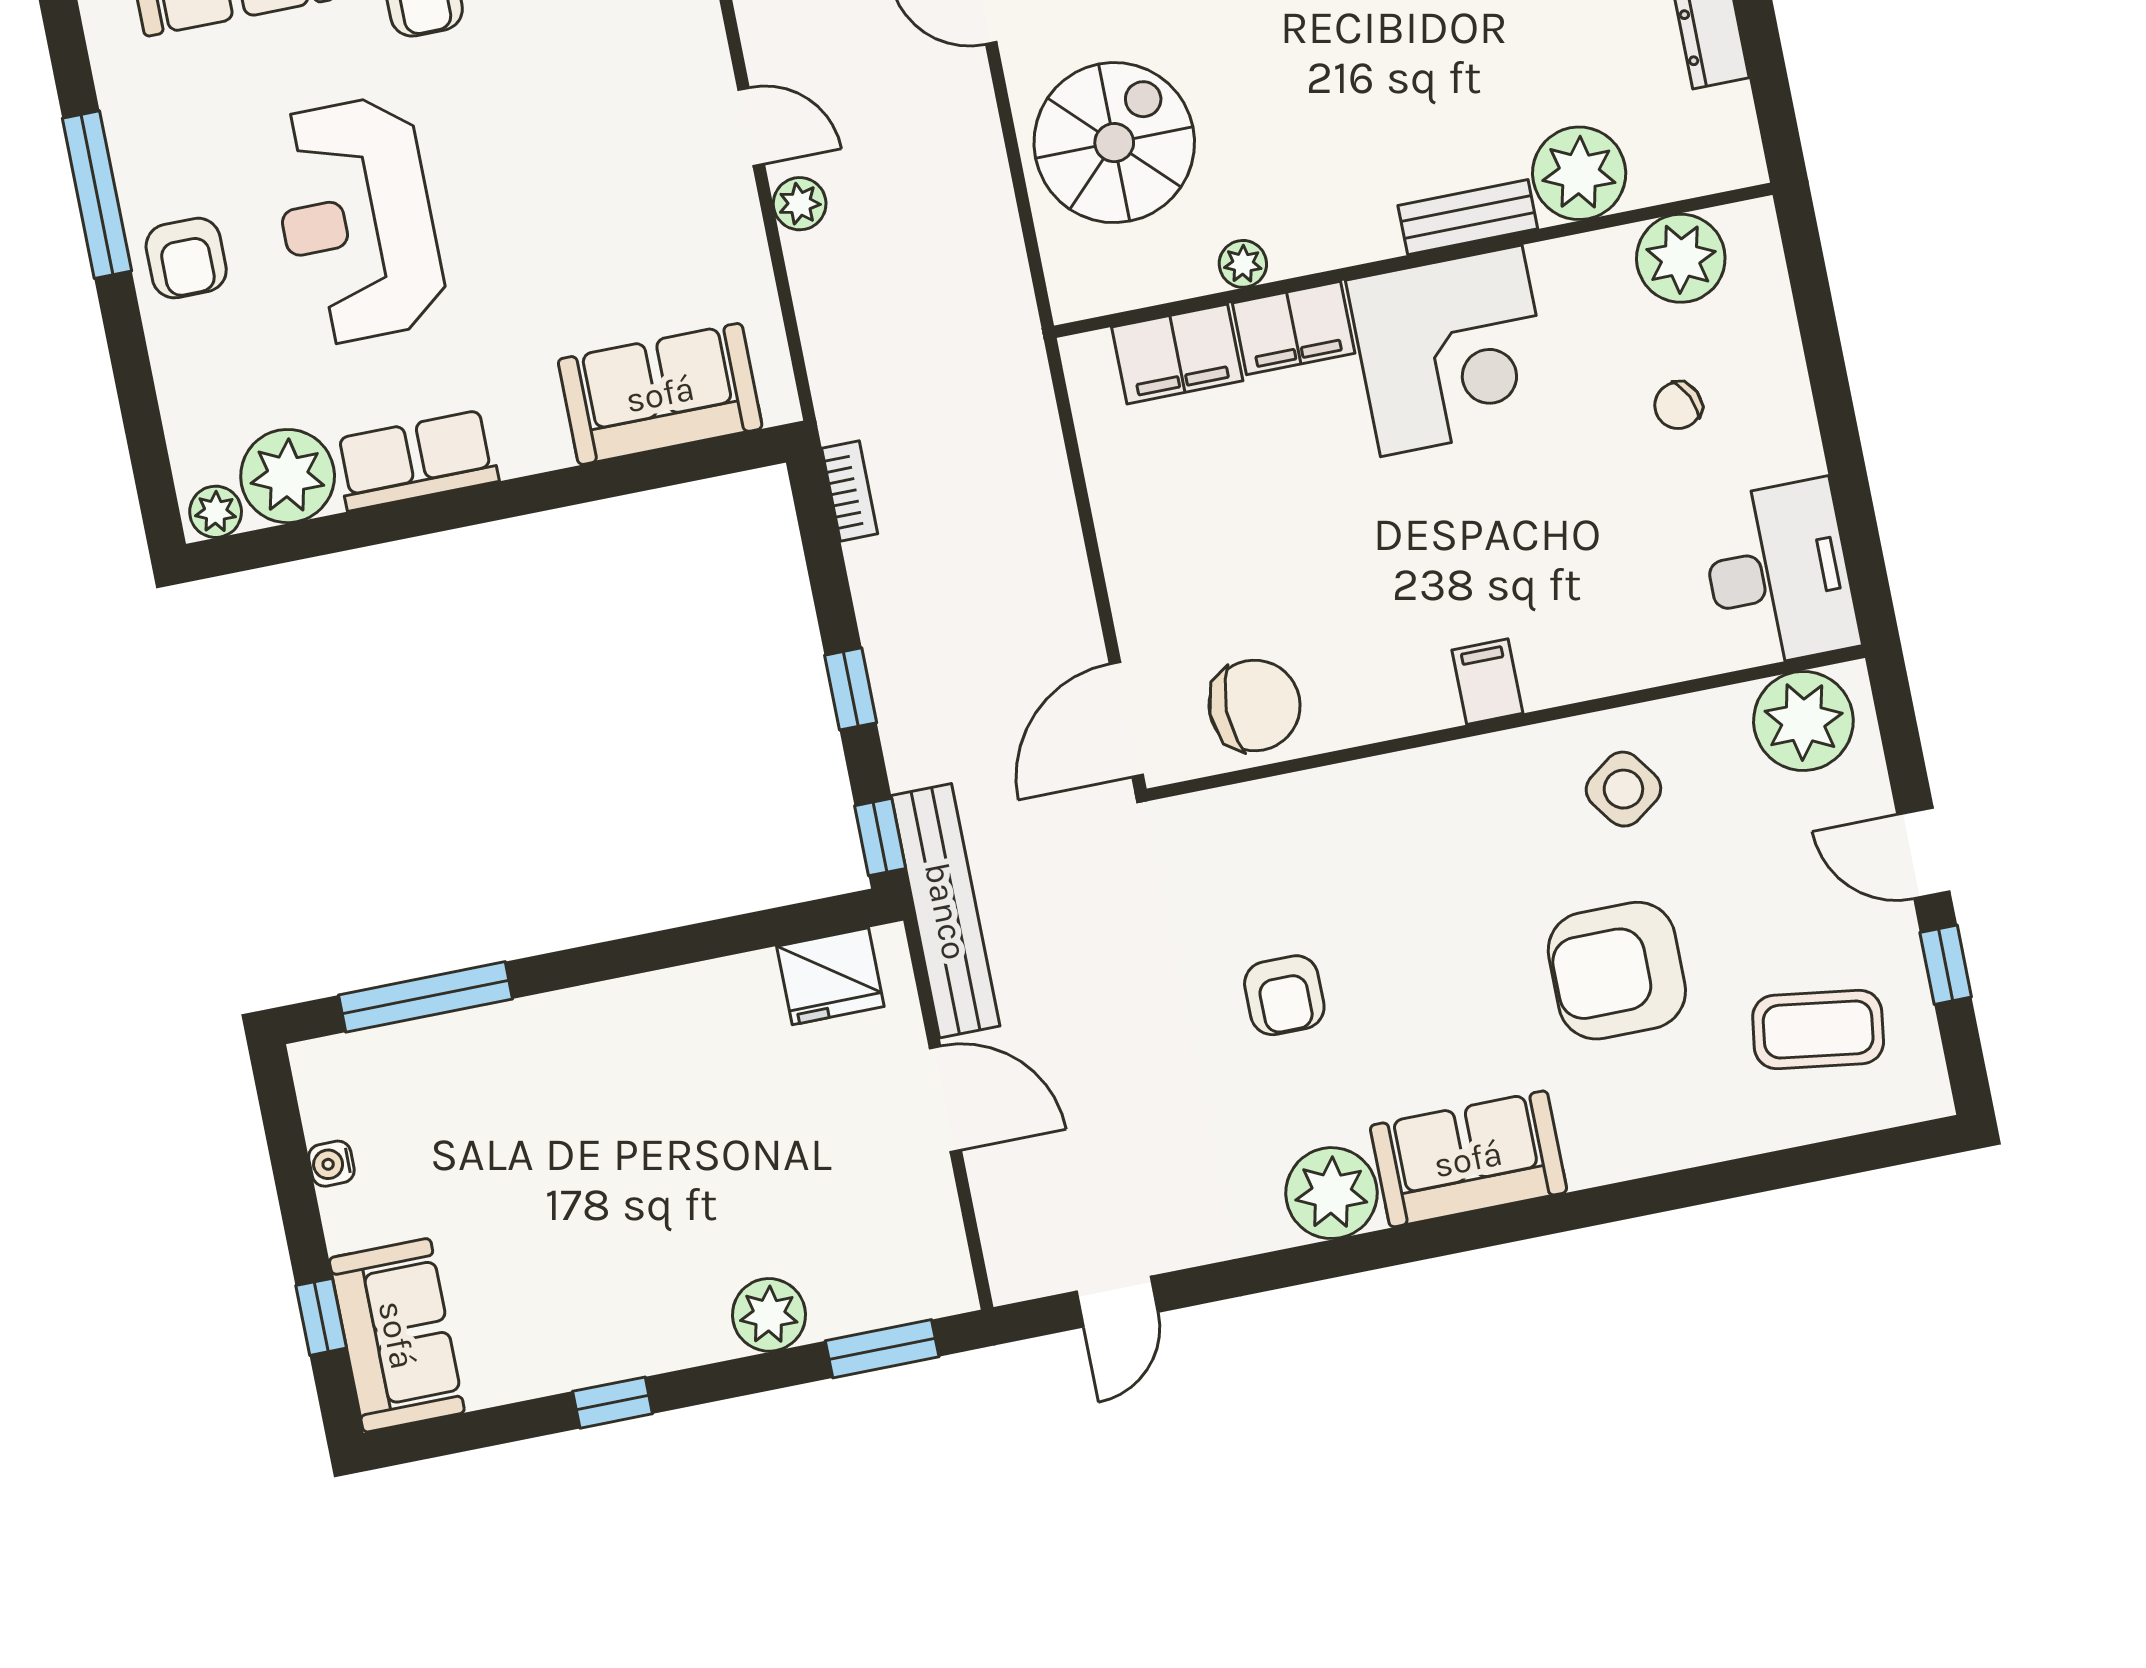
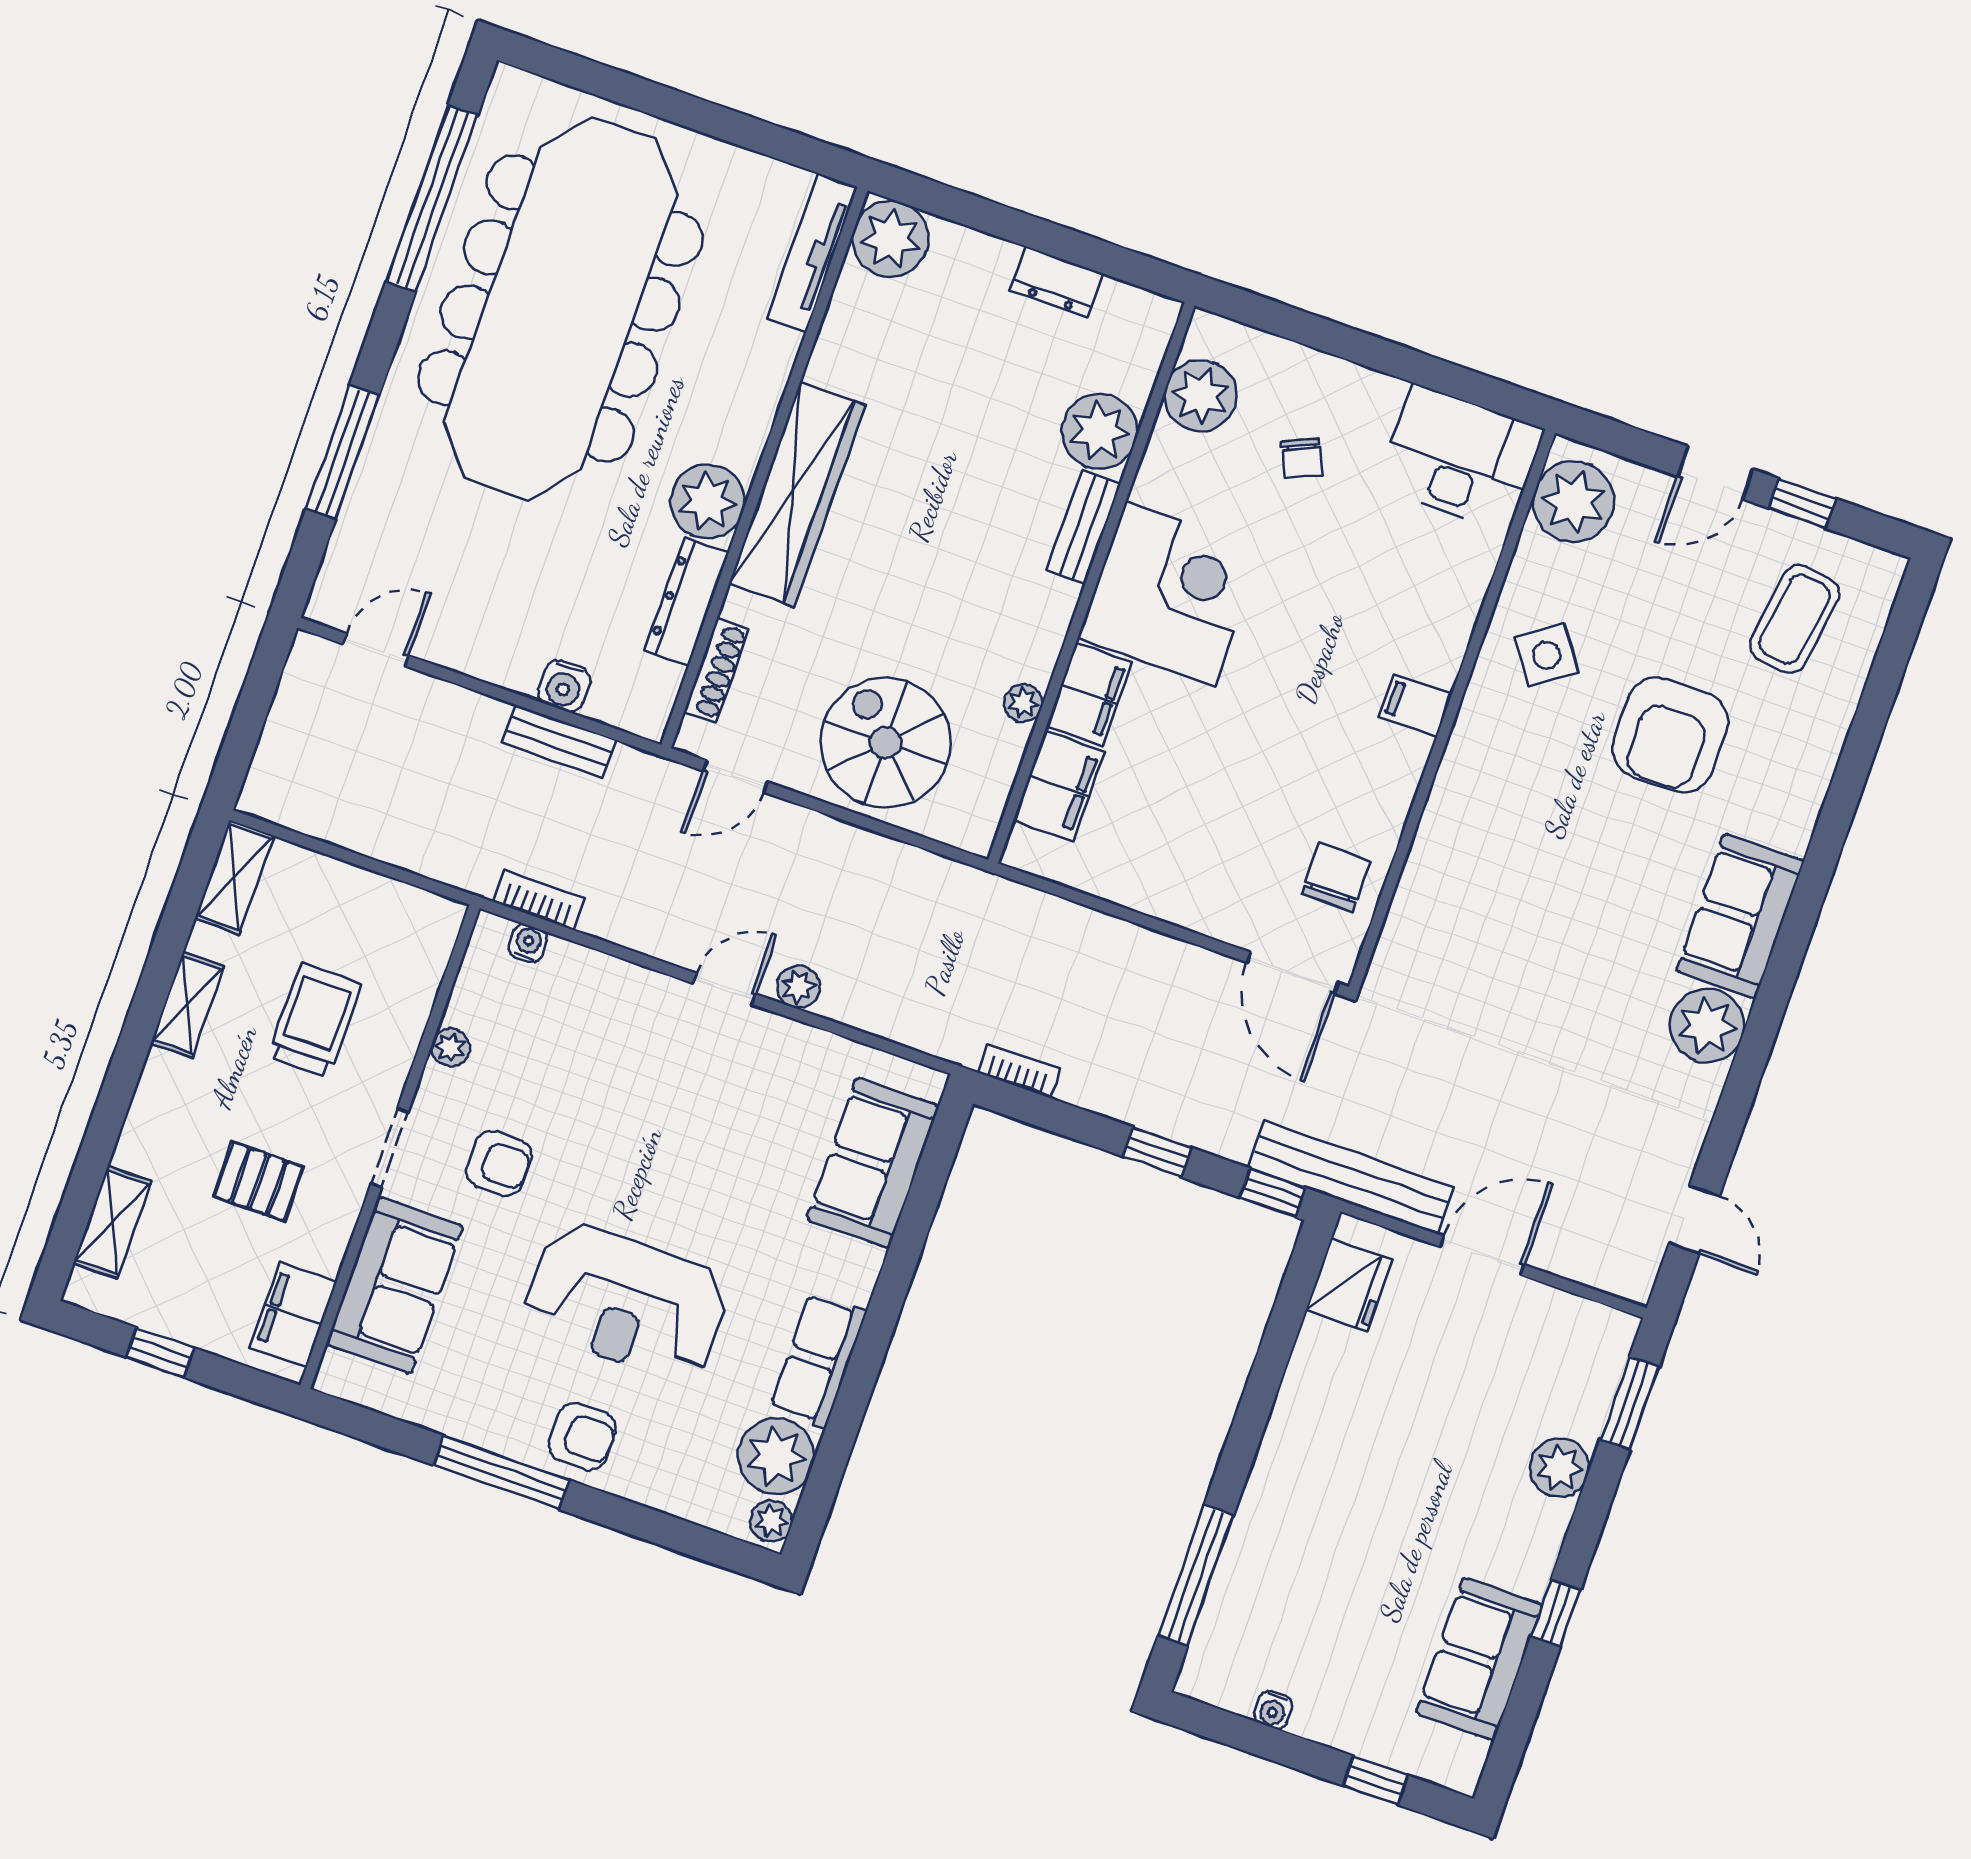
chair: (1255, 705) -> (1336, 878), width x0.73, depth x0.73
armchair: (1284, 995) -> (1550, 977), removed
sofa: (397, 1335) -> (1479, 1659), moved, turned -90

